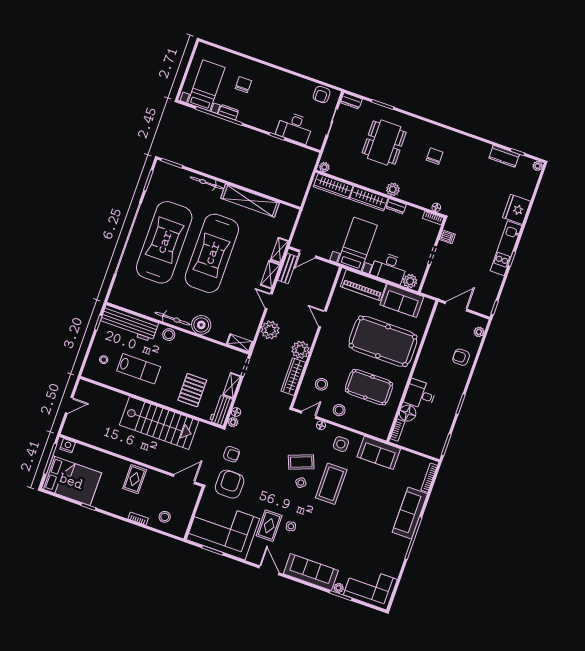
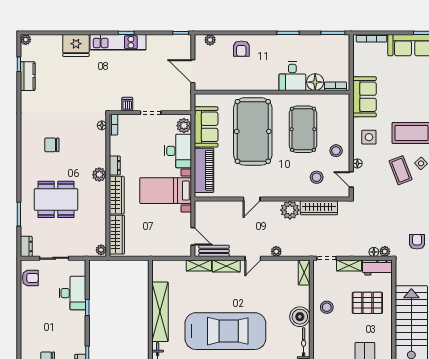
plant: (270, 330) -> (276, 251), width x0.53, depth x0.53
stool: (169, 335) -> (327, 307), moved

